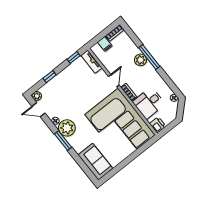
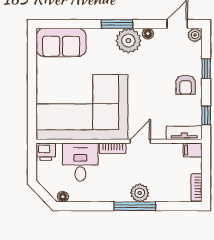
filing cabinet: (105, 44) -> (193, 150), moved
armchair: (66, 81) -> (186, 85), added
door: (114, 81) -> (140, 141), swing flipped

